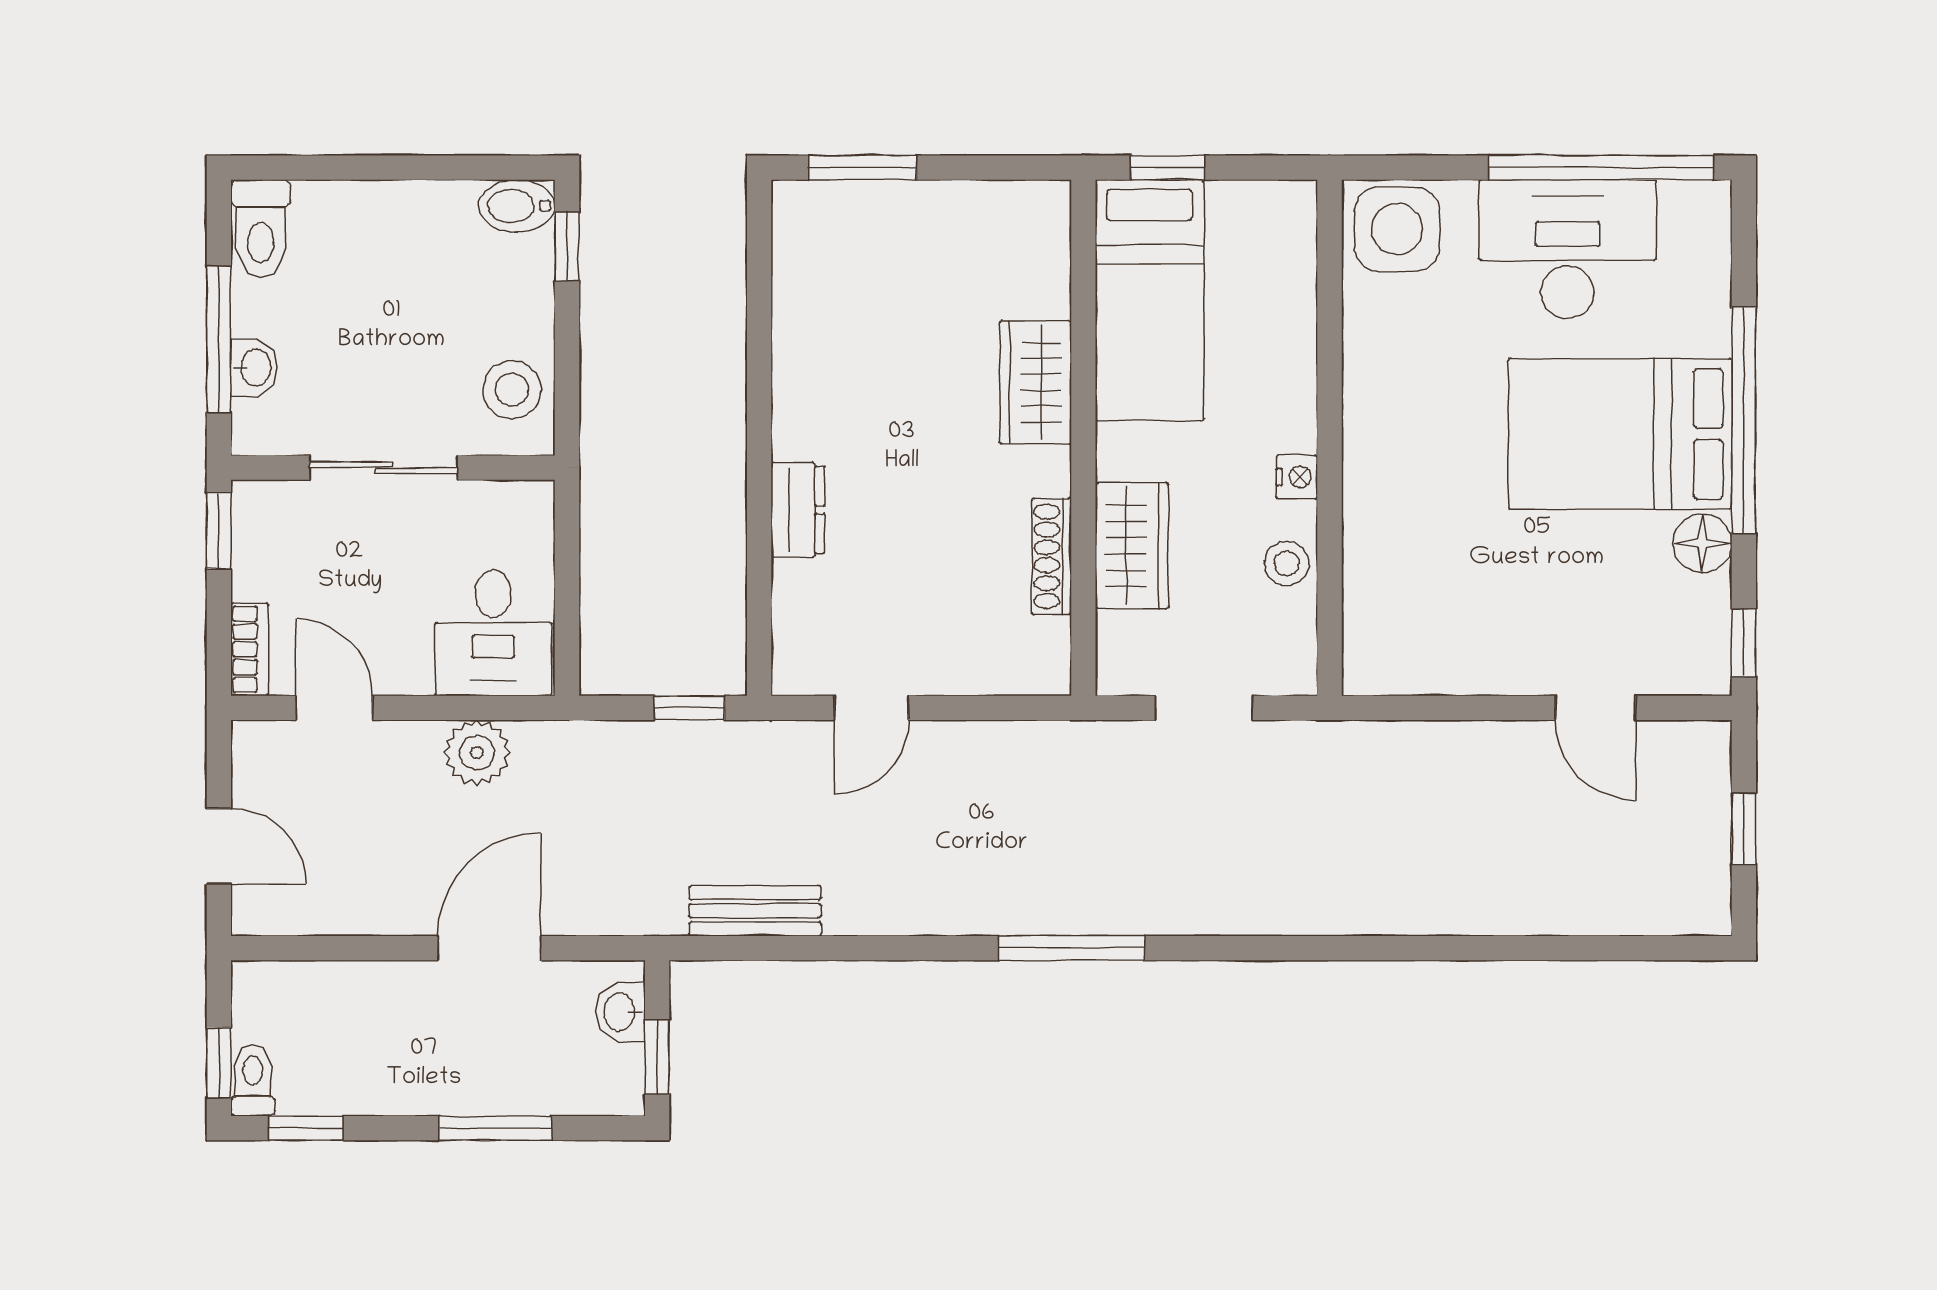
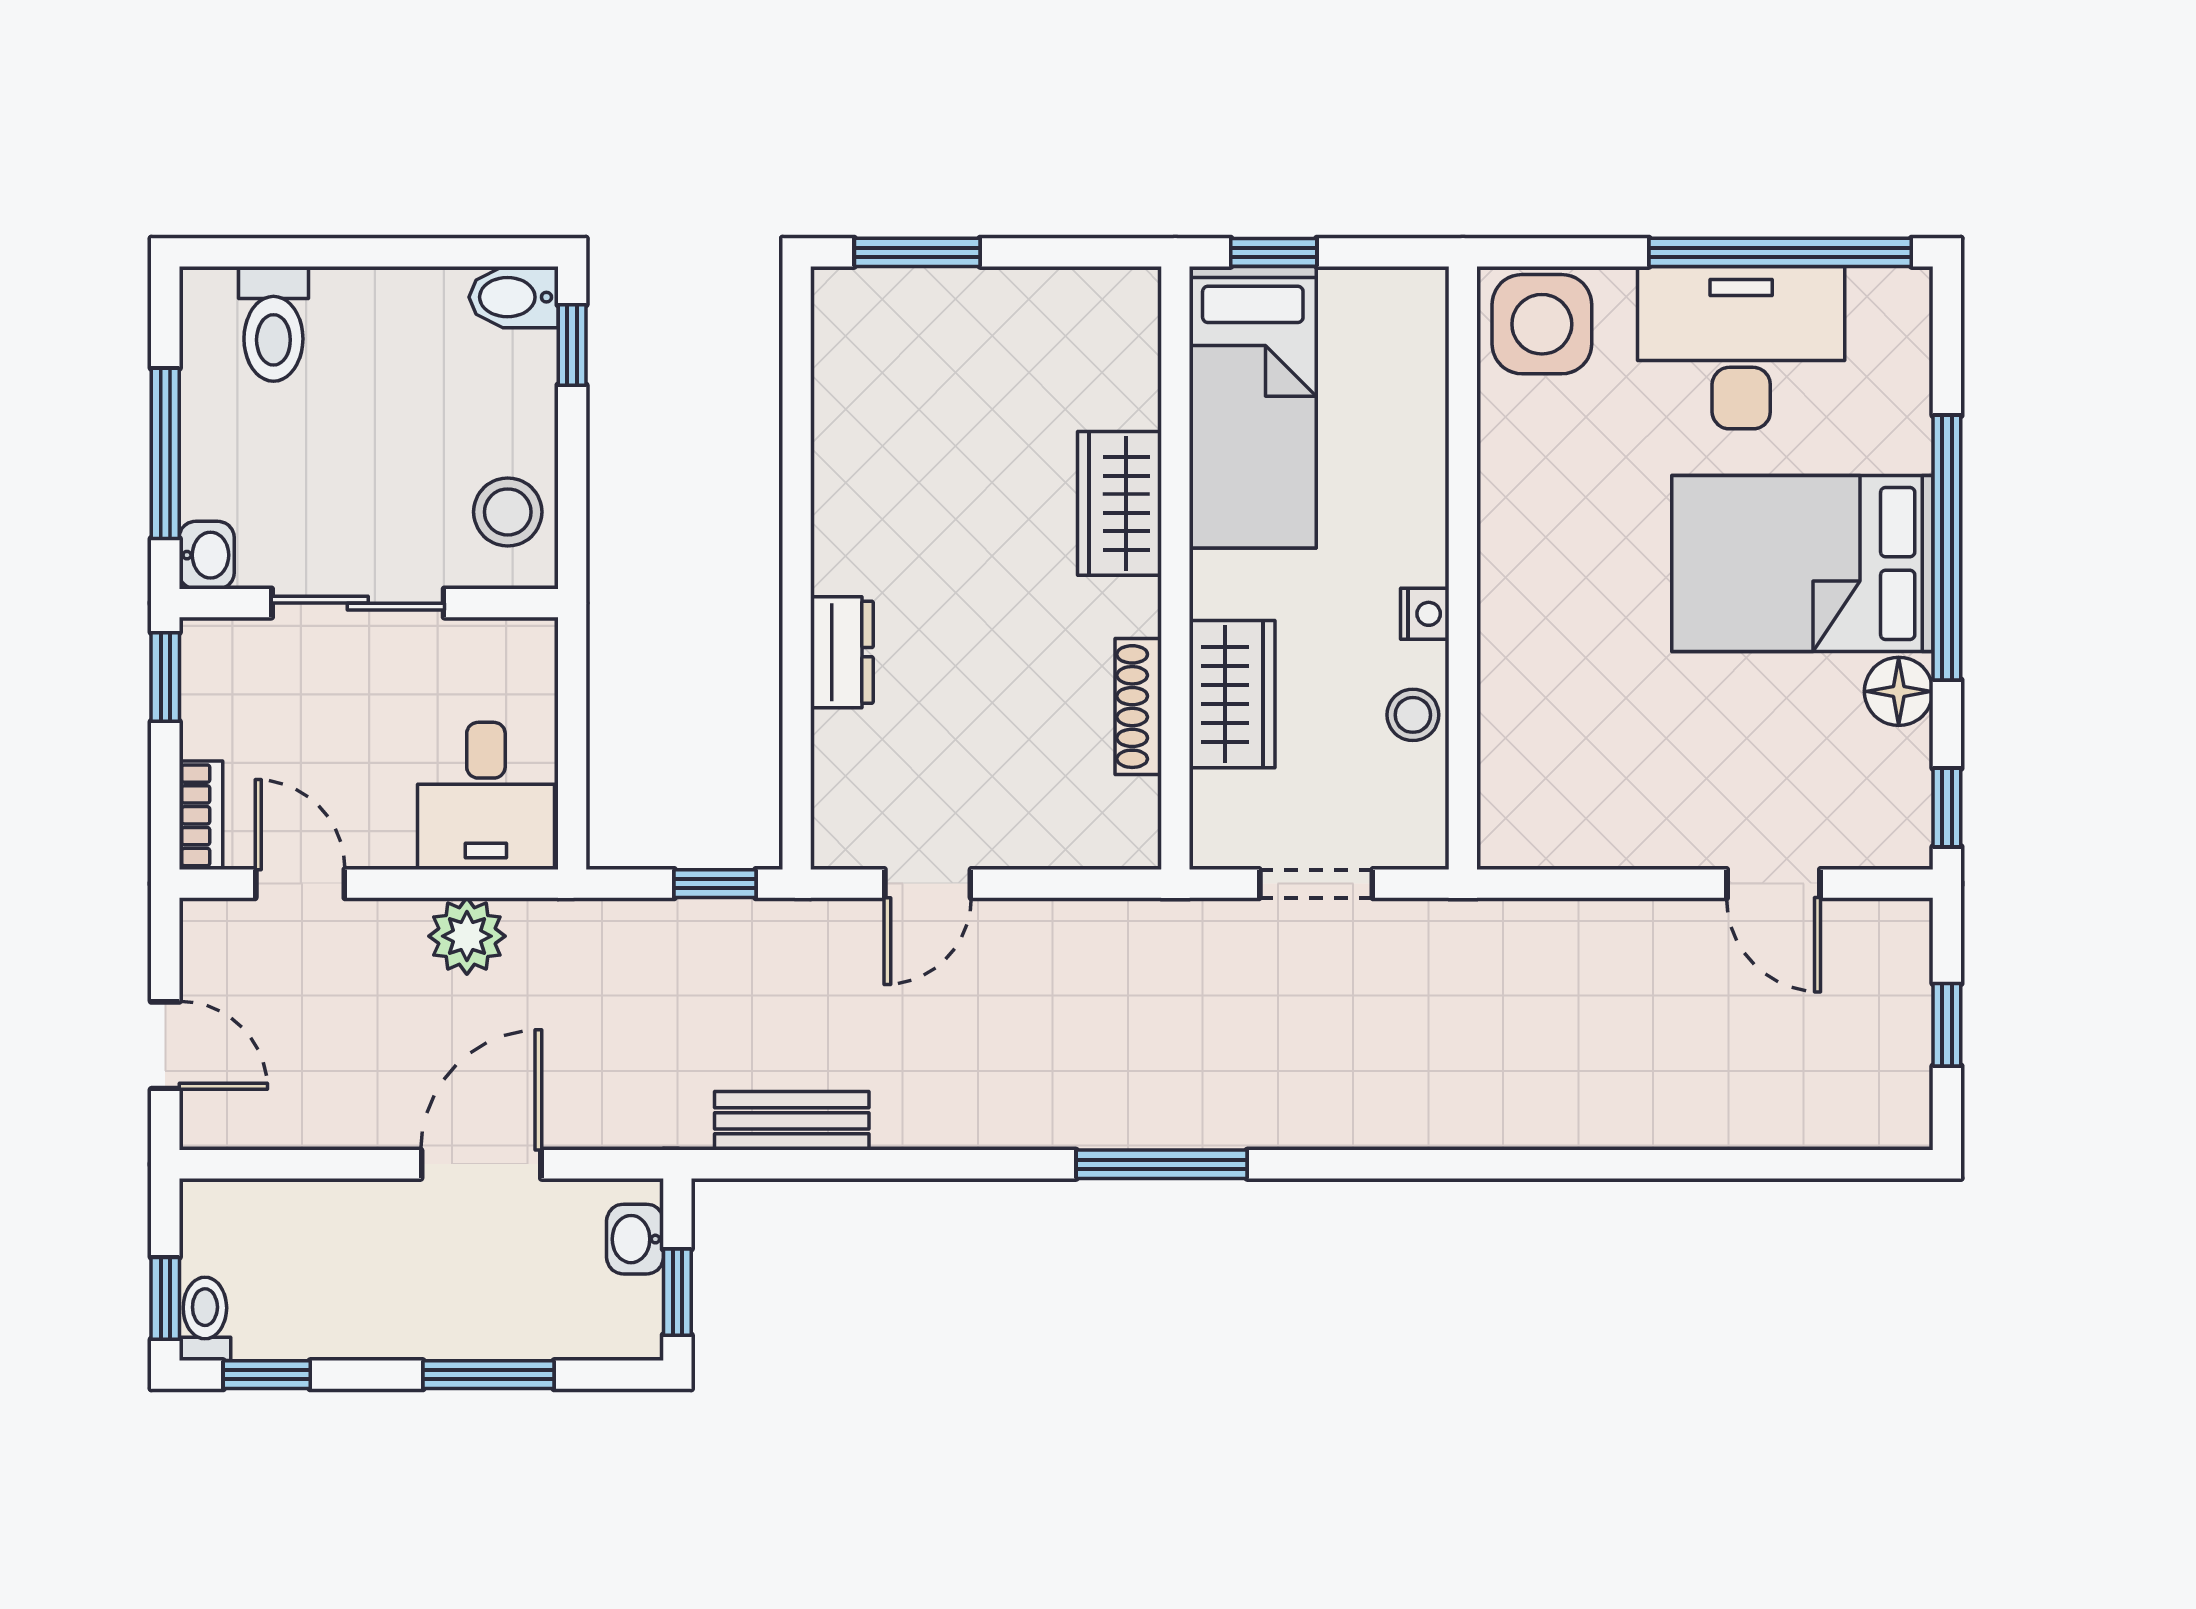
toilet: (261, 229) -> (273, 324), moved
washbasin: (254, 368) -> (207, 555), moved

